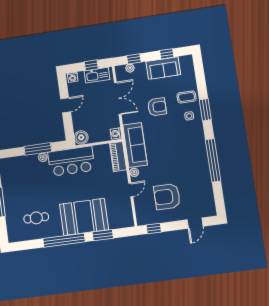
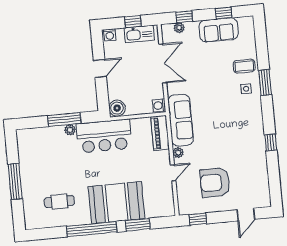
armchair: (157, 107) -> (209, 76), removed
window: (213, 160) -> (271, 143), width x0.32

